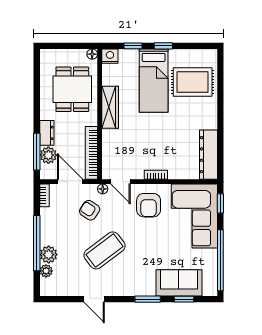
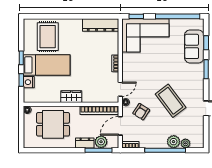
nightstand: (110, 56) -> (29, 82), moved
wardrobe: (110, 107) -> (71, 97), width x0.67
armchair: (149, 205) -> (138, 69), removed

